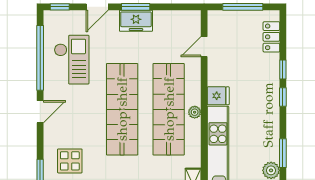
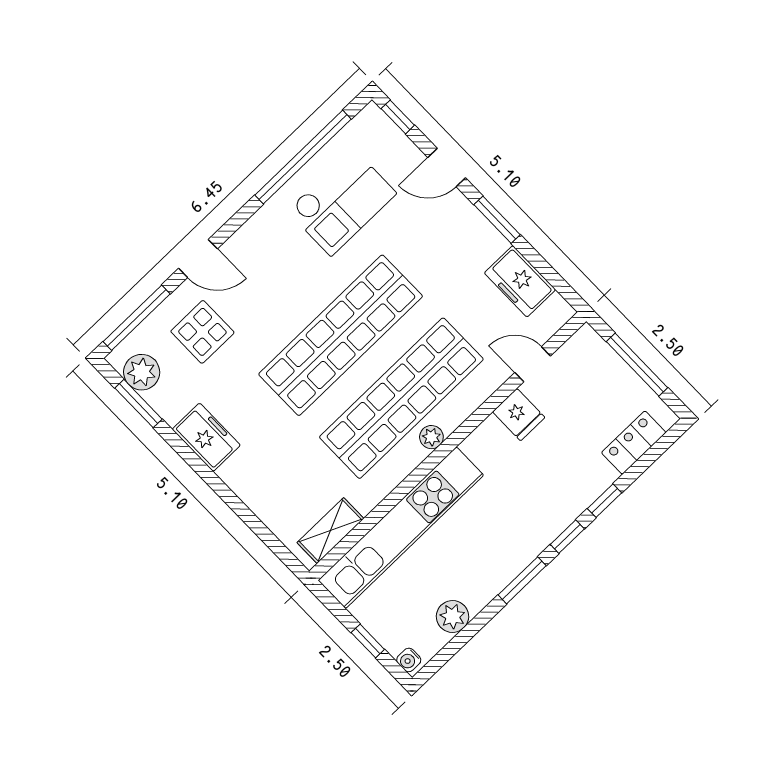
freezer: (136, 21) -> (520, 281), moved
fridge: (218, 96) -> (519, 415), moved
door: (40, 112) -> (198, 259), moved
window: (283, 153) -> (522, 580), moved

